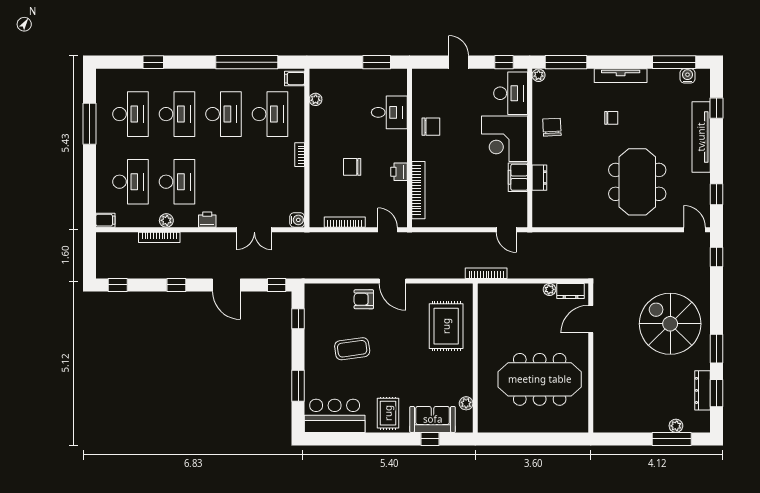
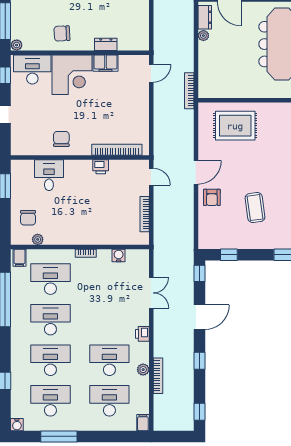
water cooler: (103, 76) -> (17, 425), added
chair: (352, 167) -> (28, 218), moved
water cooler: (297, 220) -> (119, 255), moved
door: (388, 230) -> (151, 177), swing flipped

